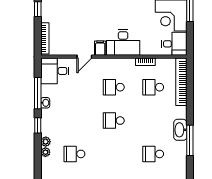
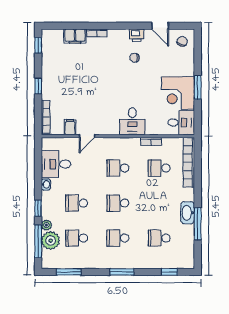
desk: (123, 43) -> (132, 121), width x0.73
filing cabinet: (100, 48) -> (70, 127), moved
desk: (55, 71) -> (56, 164), moved
window: (38, 93) -> (38, 241), moved
school desk: (74, 121) -> (77, 203), added
plant: (45, 152) -> (51, 241), width x1.88, depth x1.88
school desk: (114, 154) -> (118, 238), added

